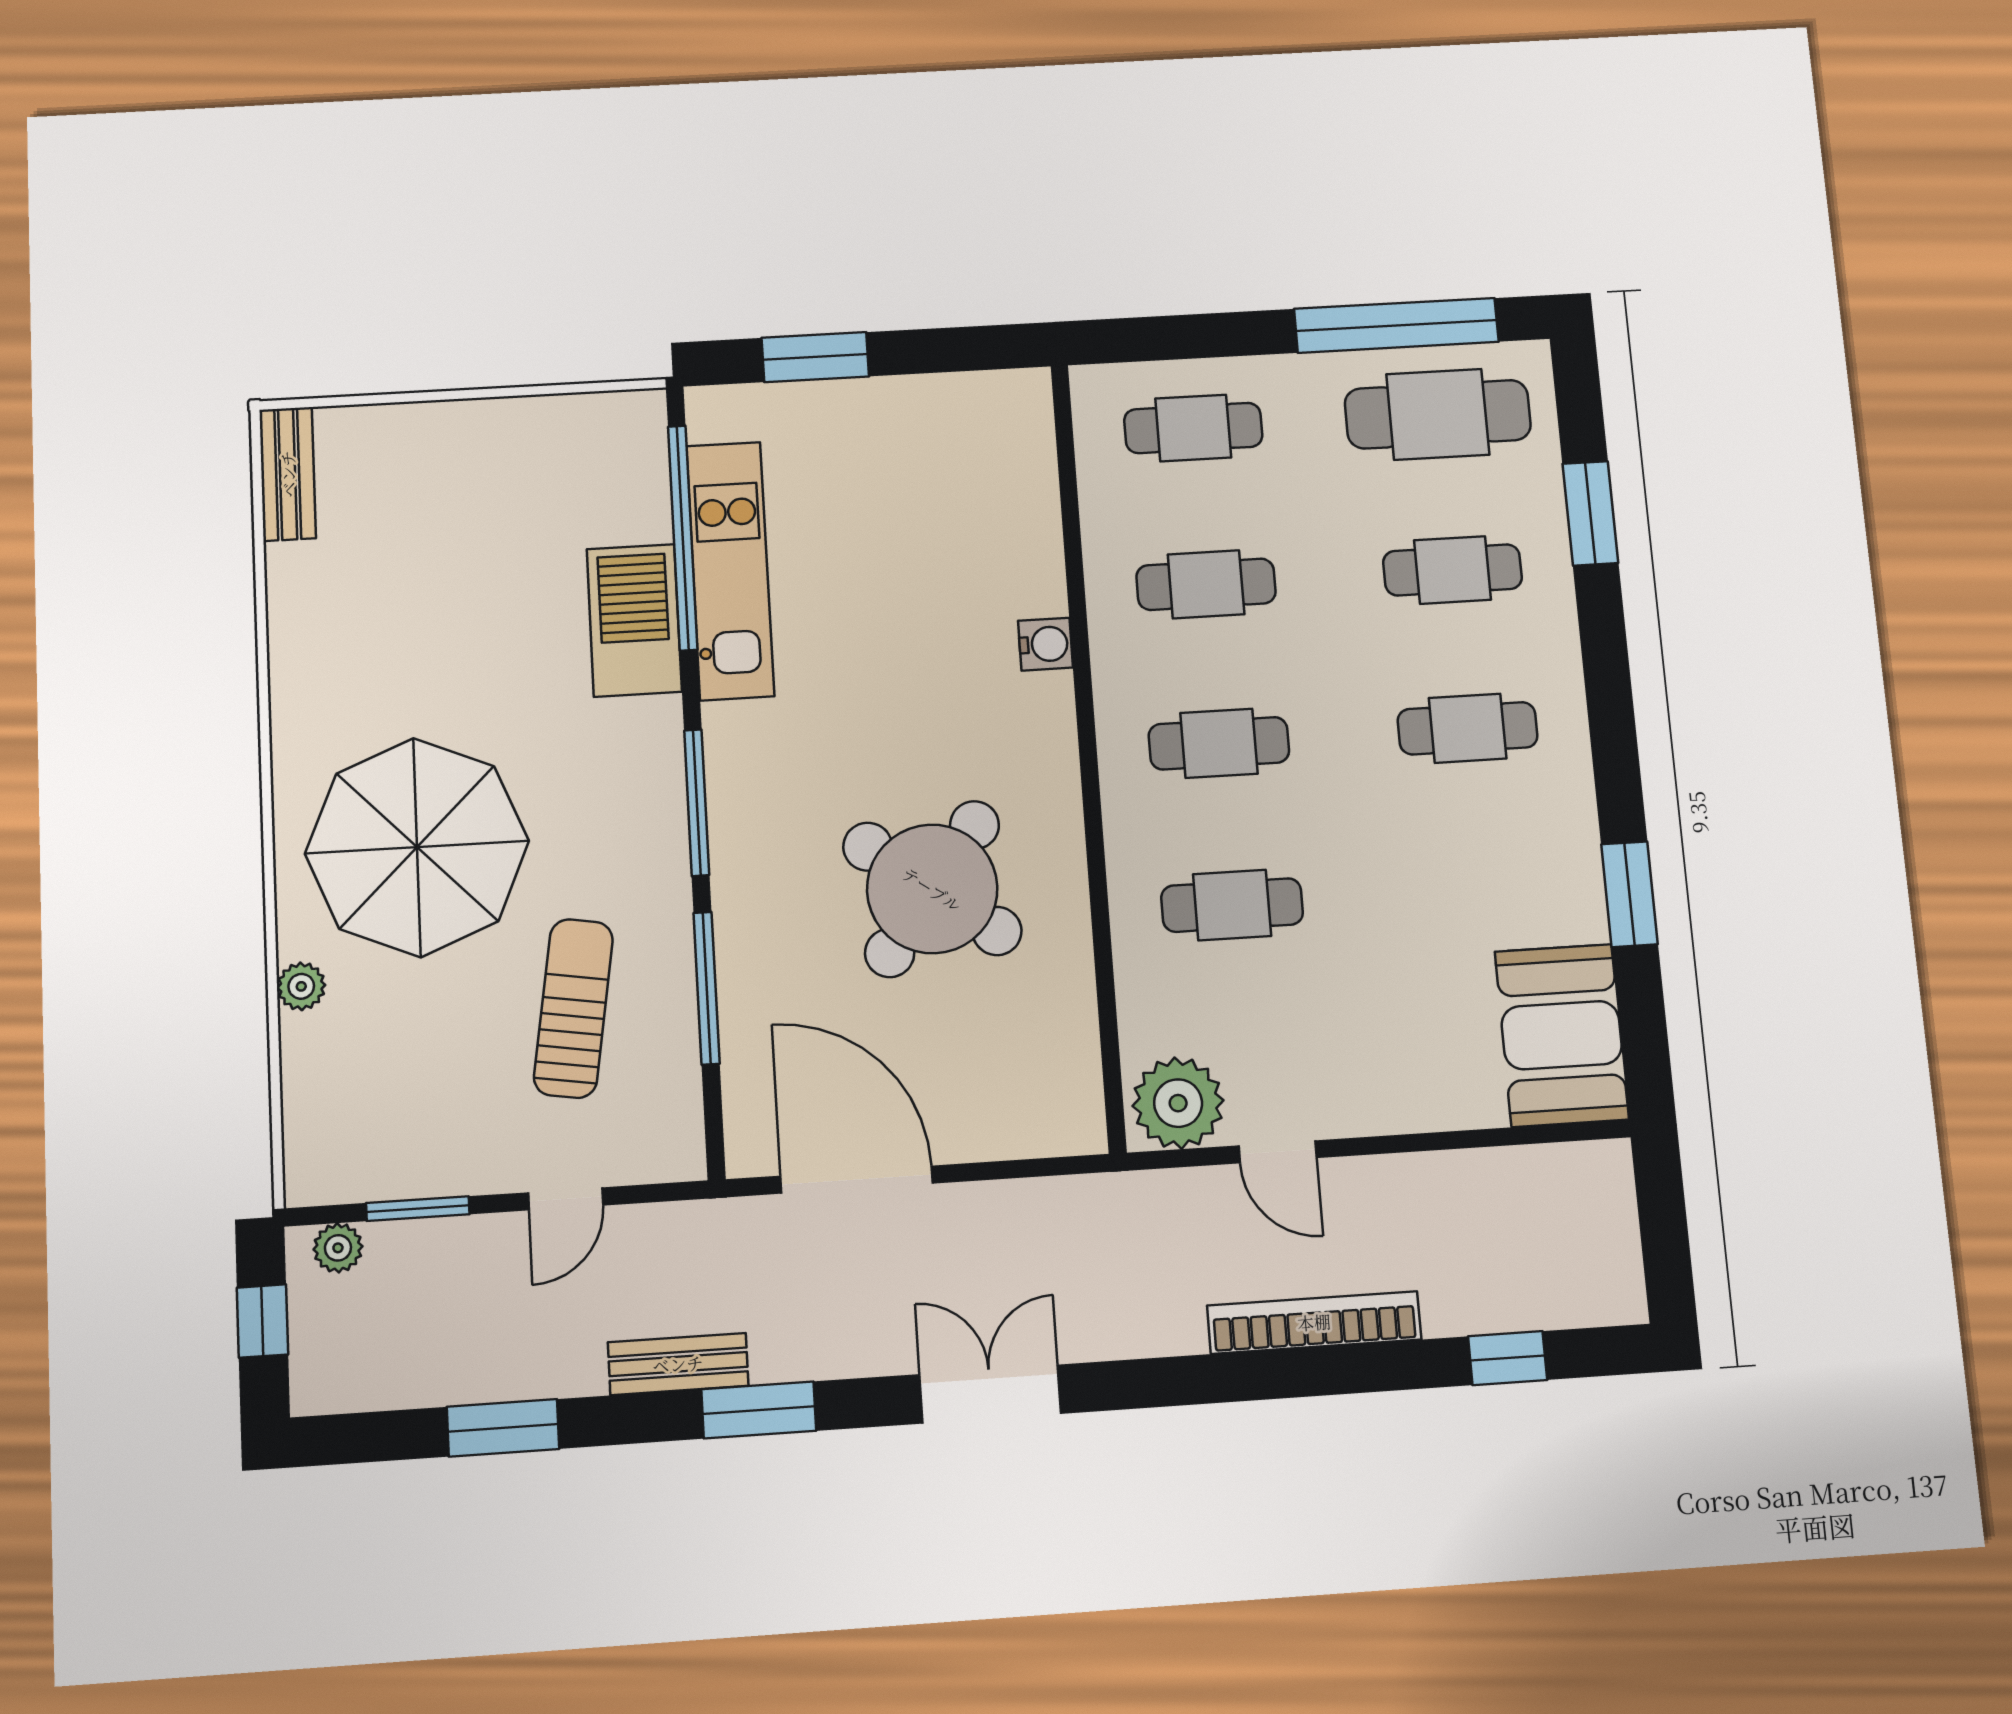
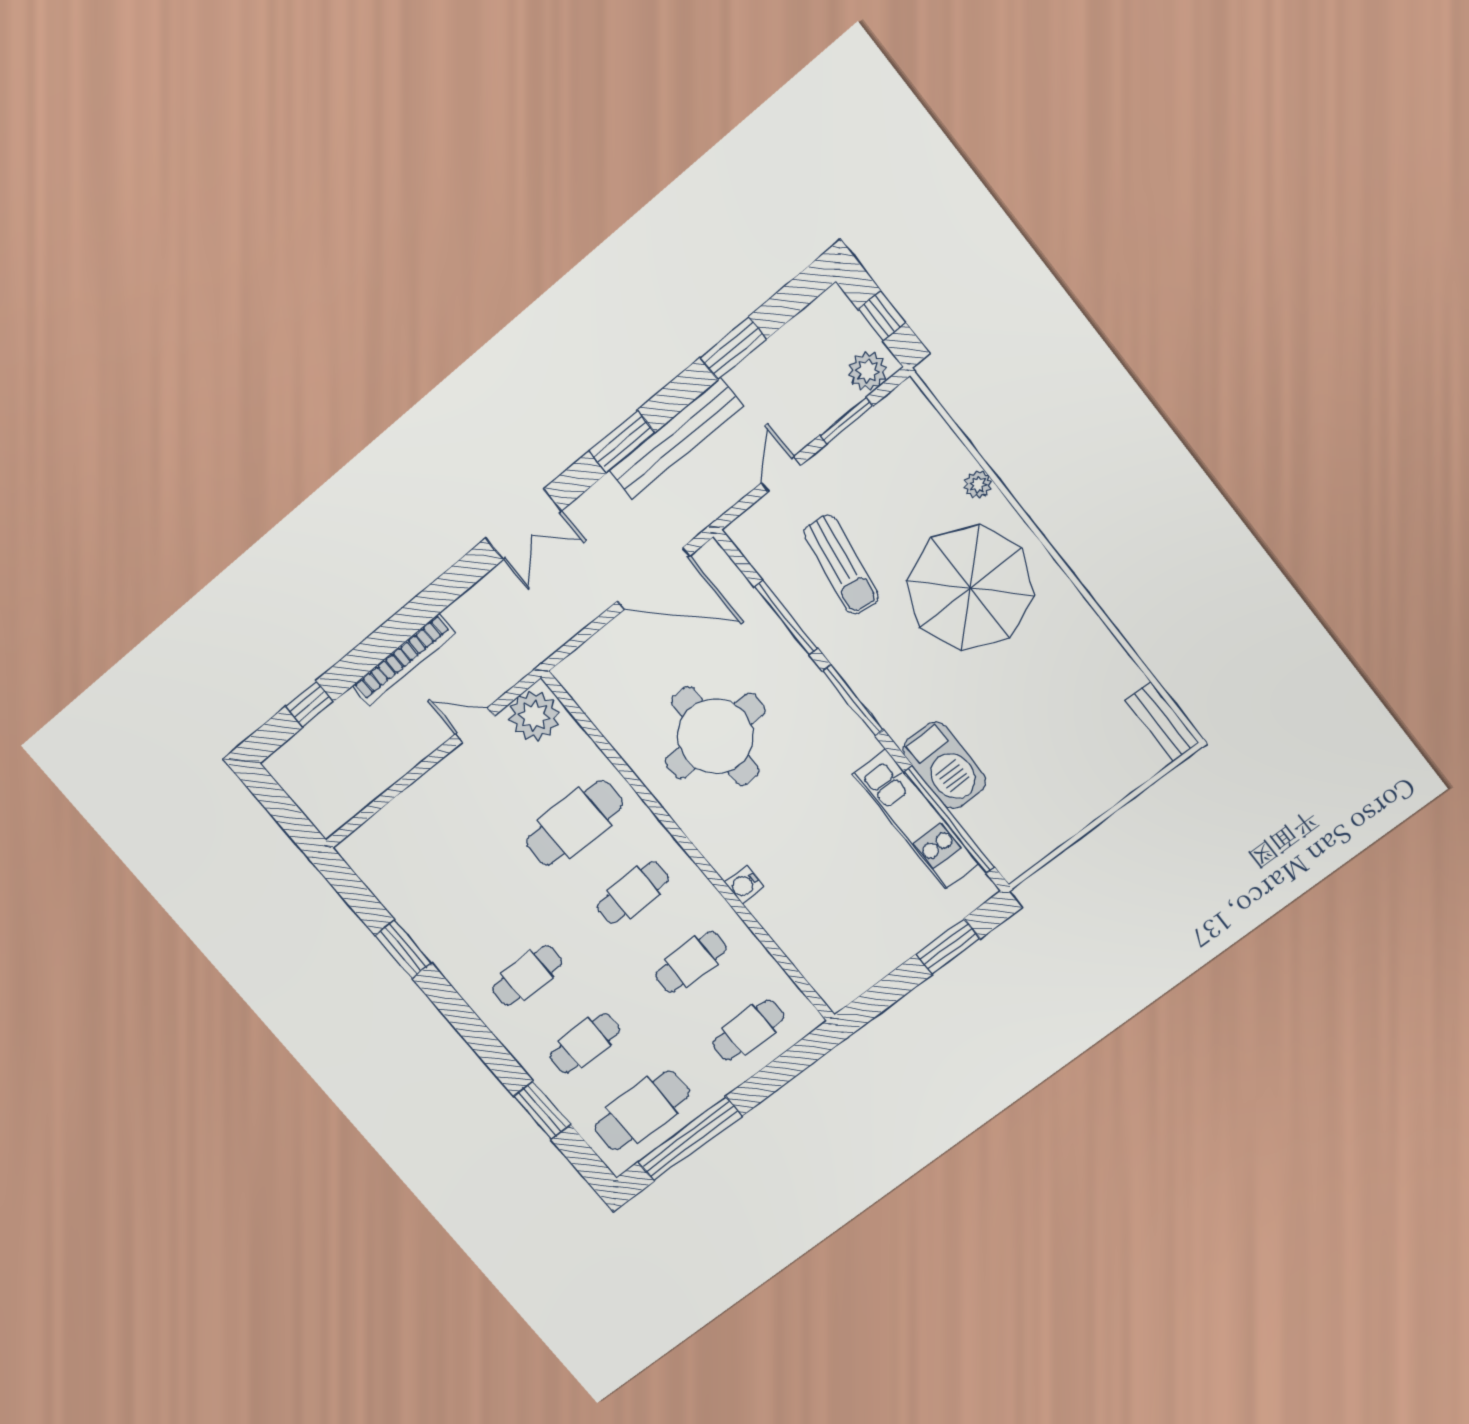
round table: (932, 889) -> (715, 736), turned -37
cafe table: (1232, 905) -> (574, 823), width x1.37, depth x1.35
booth: (1562, 1035) -> (388, 865), removed
plant: (338, 1248) -> (868, 371), width x1.38, depth x1.38
bench: (678, 1364) -> (676, 438), width x1.86, depth x1.21

